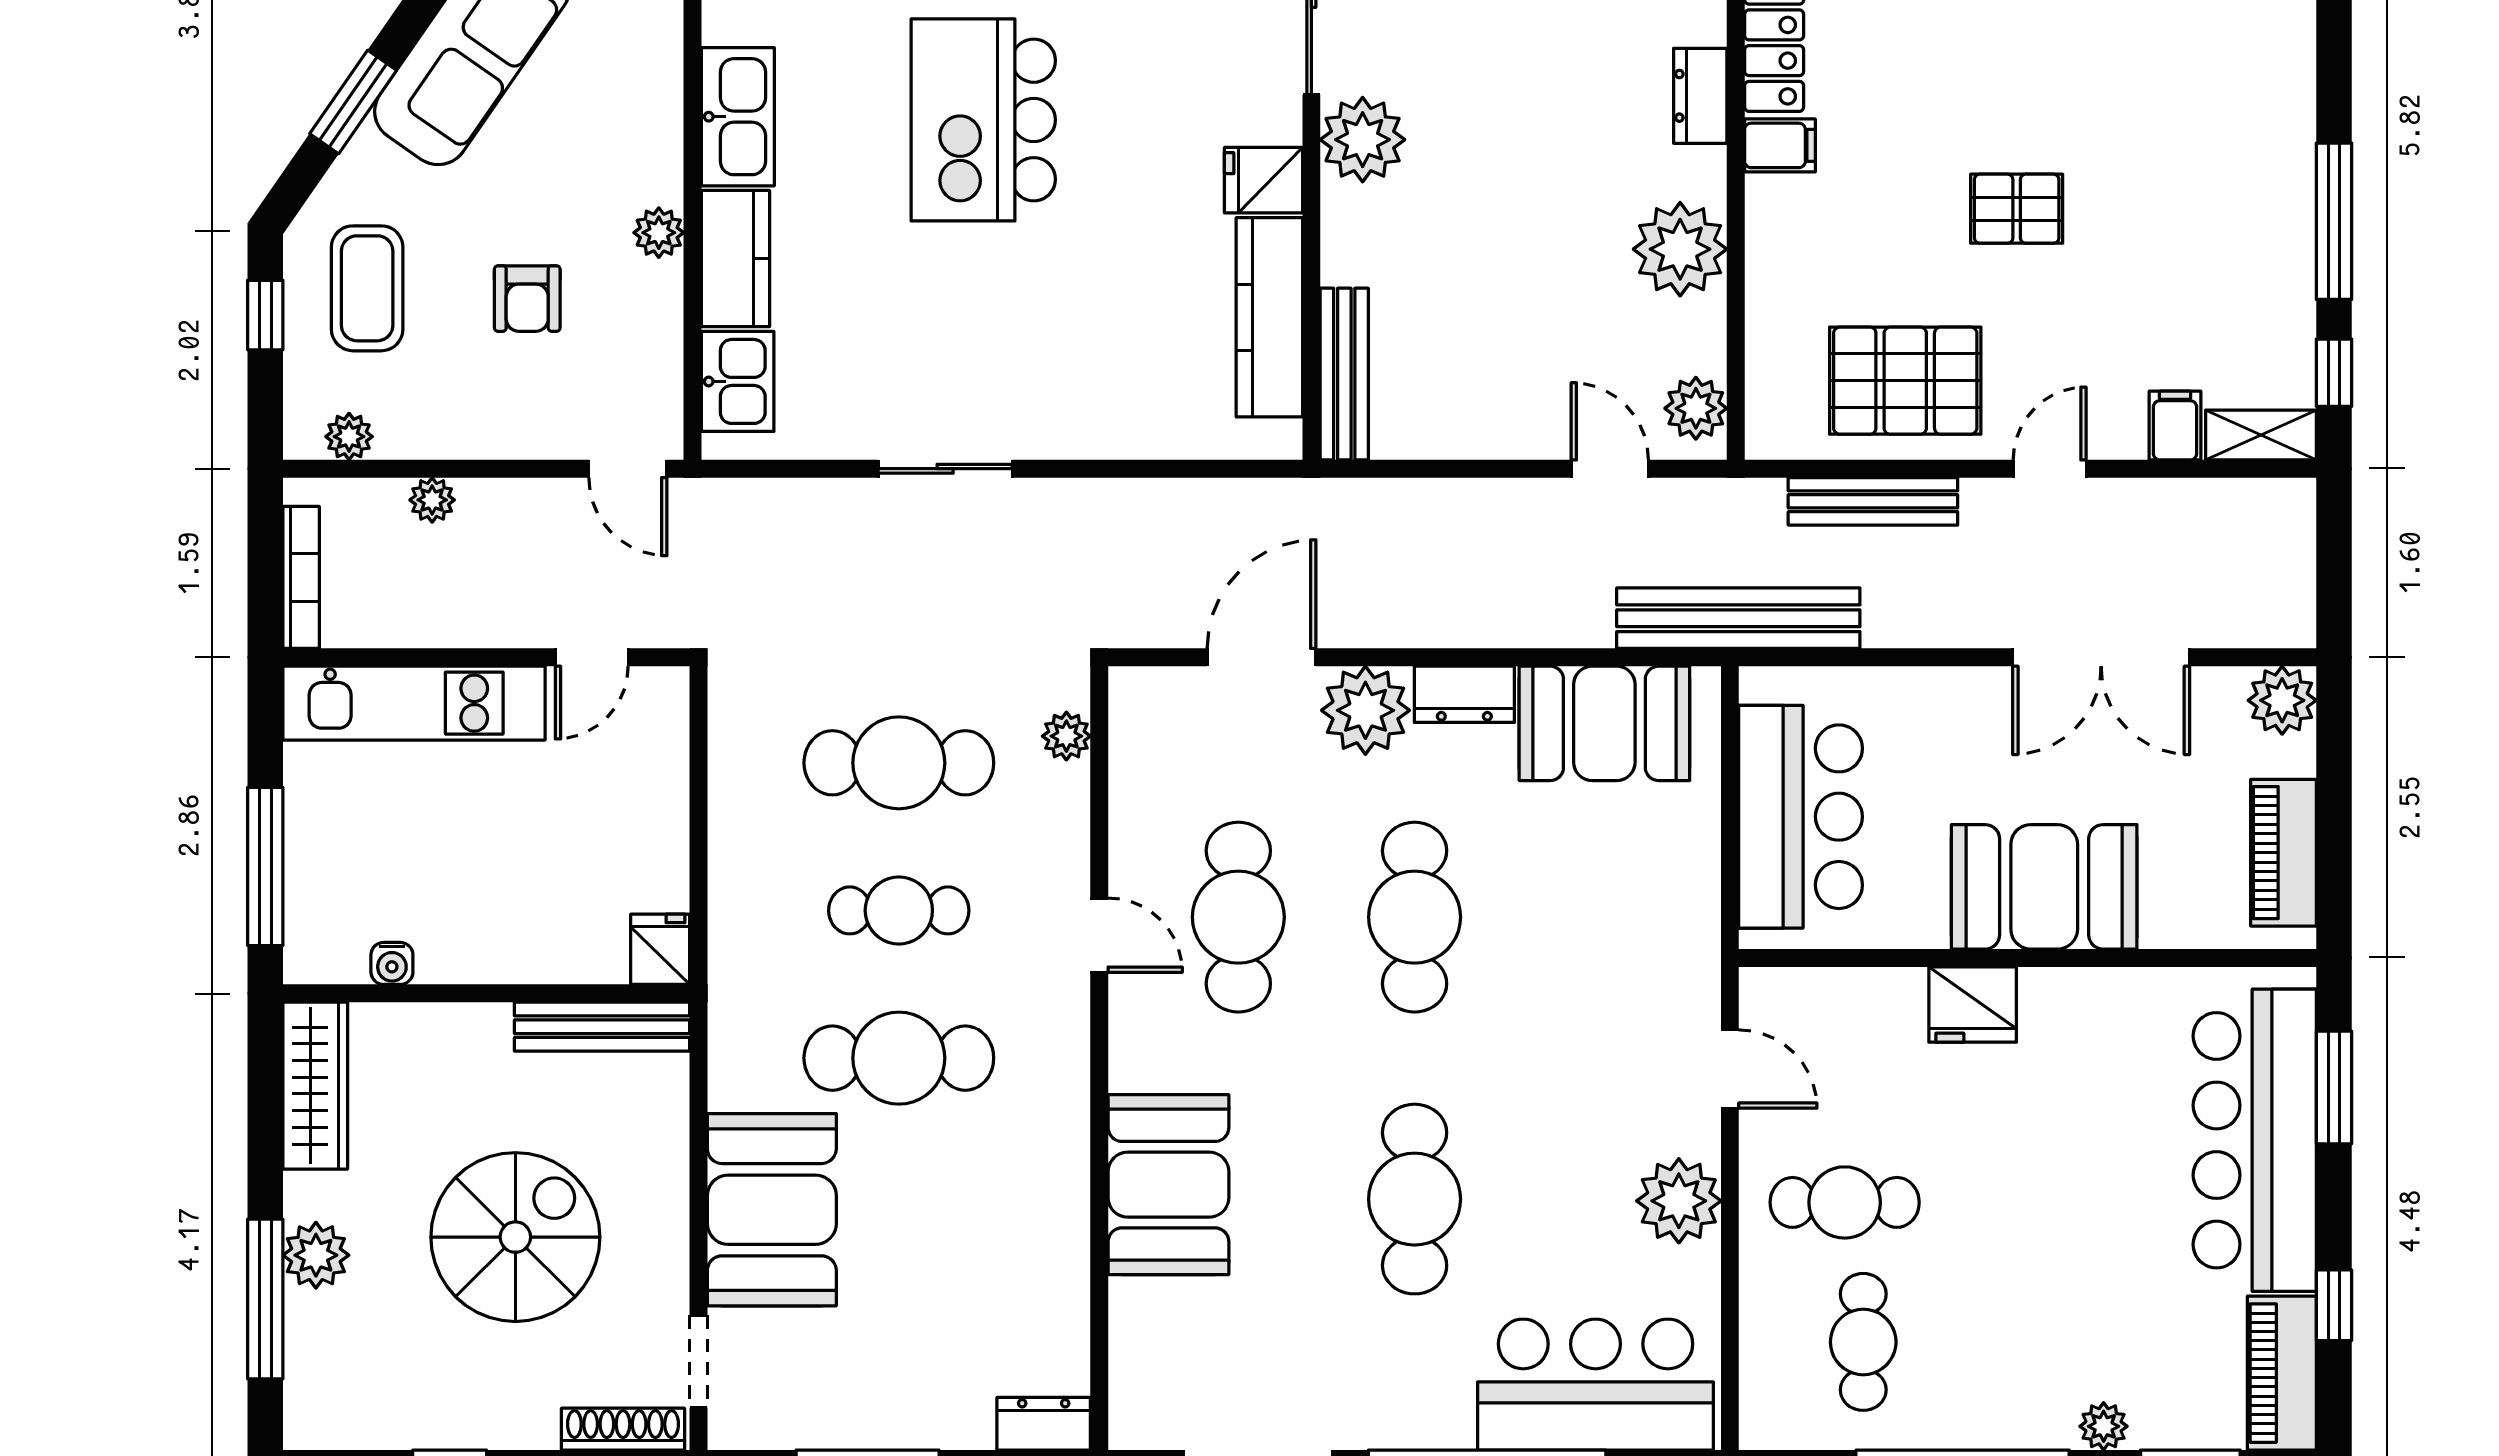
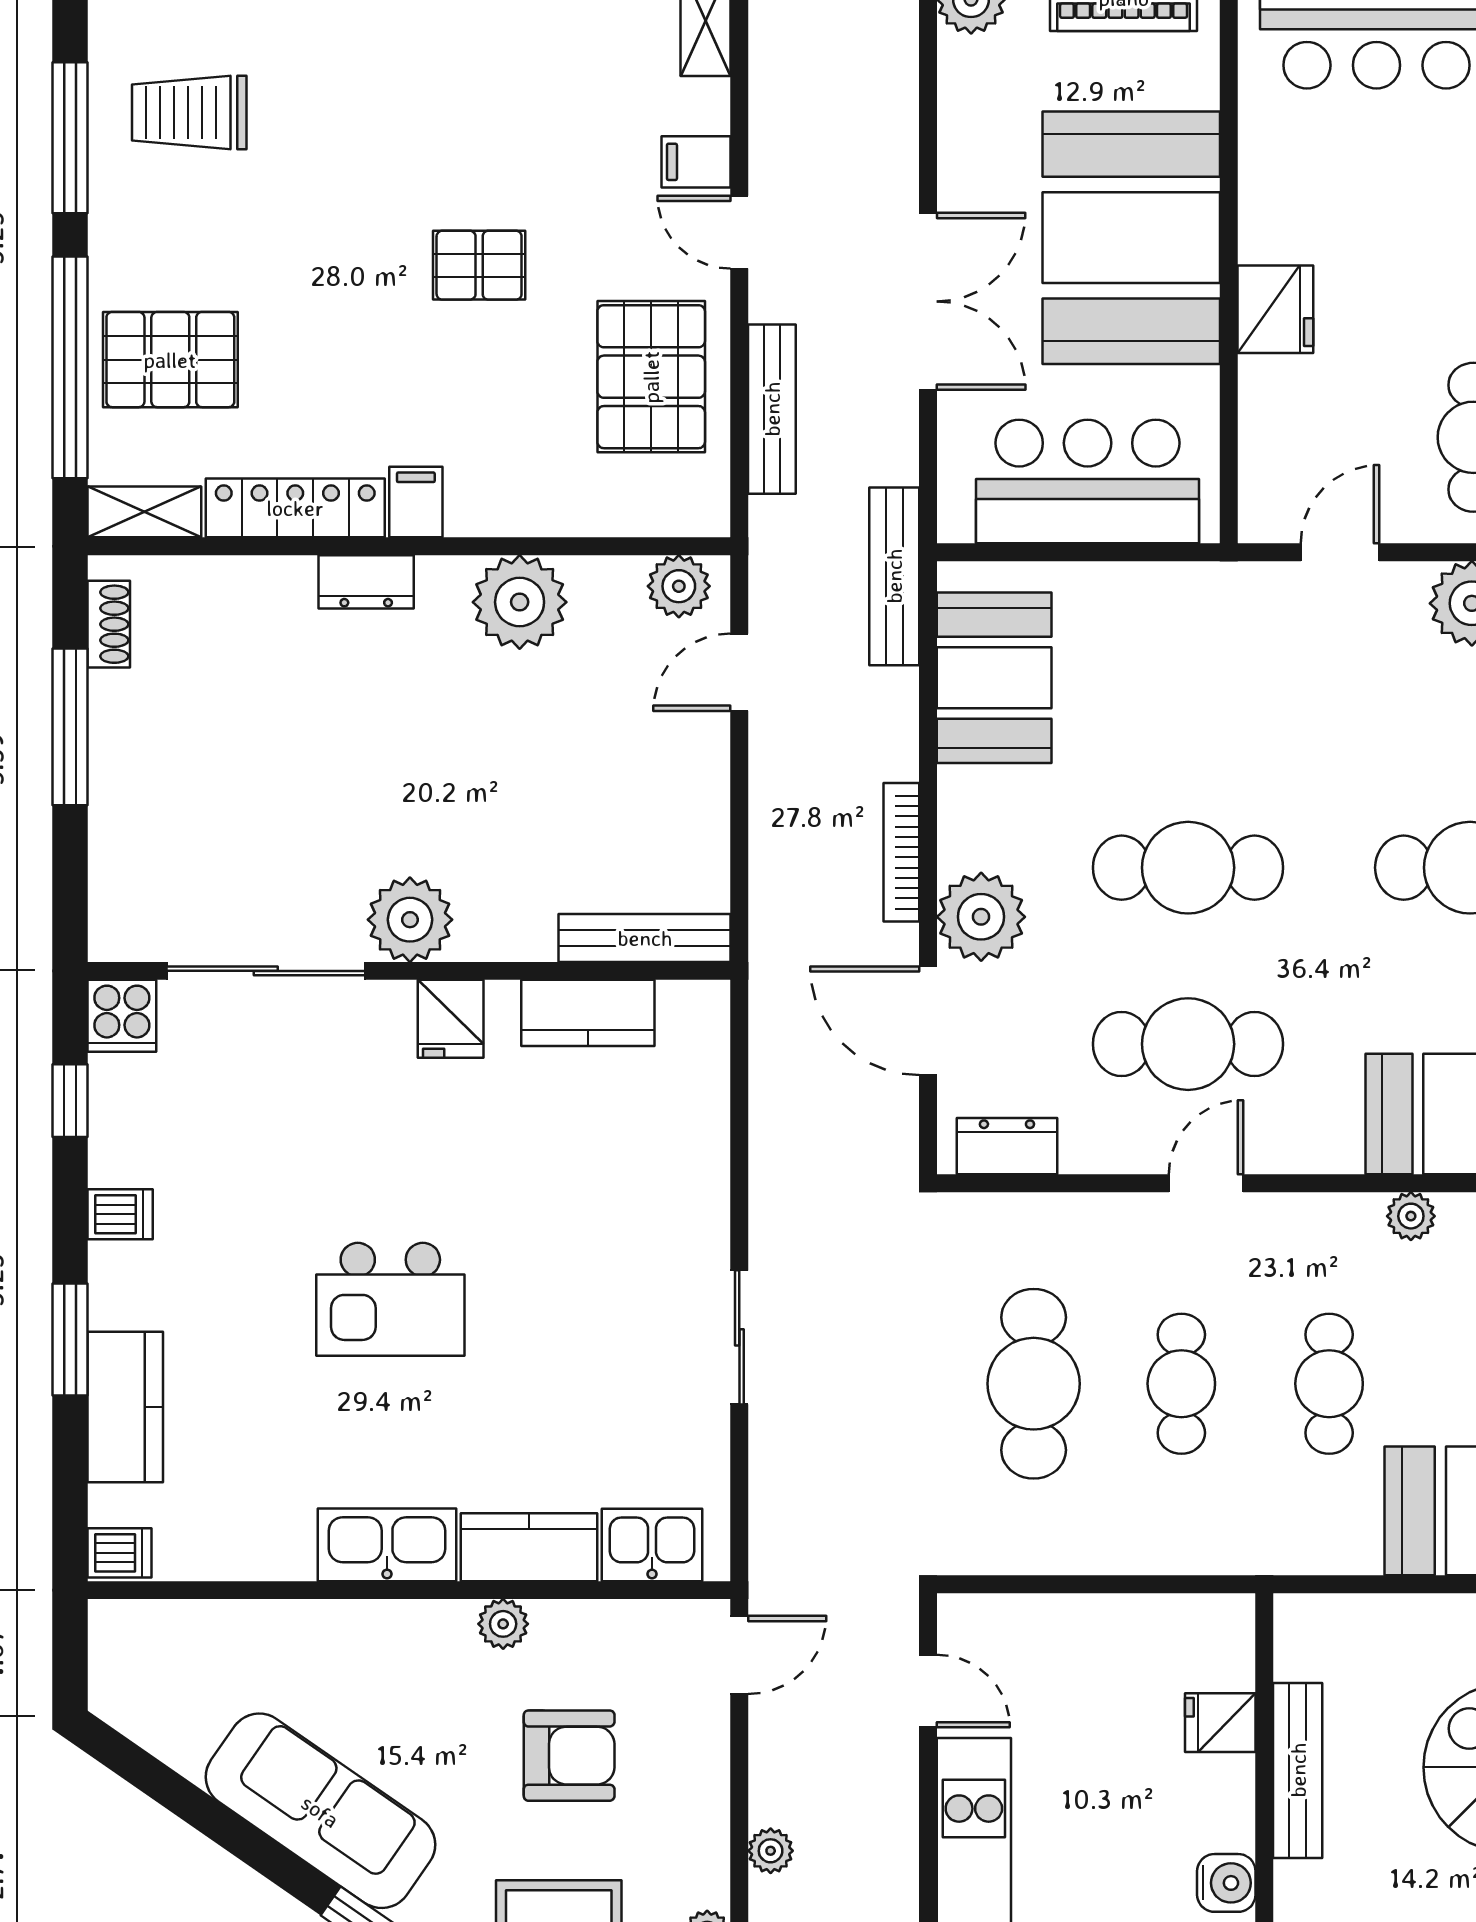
kitchen island: (983, 120) -> (390, 1299), width x0.73, depth x0.78
pallet: (2017, 209) -> (479, 265), turned 90
armchair: (527, 299) -> (569, 1756), width x1.38, depth x1.38
kitchen counter: (1269, 317) -> (588, 1013), width x0.67
filing cabinet: (2175, 425) -> (696, 162), moved
bench: (1738, 618) -> (894, 576), width x0.73, depth x0.82
bookcase: (1430, 631) -> (901, 852), added
double door: (2101, 657) -> (928, 301), moved
dresser: (1464, 694) -> (1007, 1146), moved, turned -90
plant: (1066, 736) -> (1411, 1216), moved
booth: (2044, 887) -> (1131, 238), width x1.36, depth x1.42
fridge: (660, 949) -> (1220, 1723), moved
water cooler: (392, 963) -> (1226, 1883), width x1.38, depth x1.38
bench: (602, 1027) -> (1298, 1770), moved
cafe table: (899, 1058) -> (1329, 1384), width x0.73, depth x0.74

